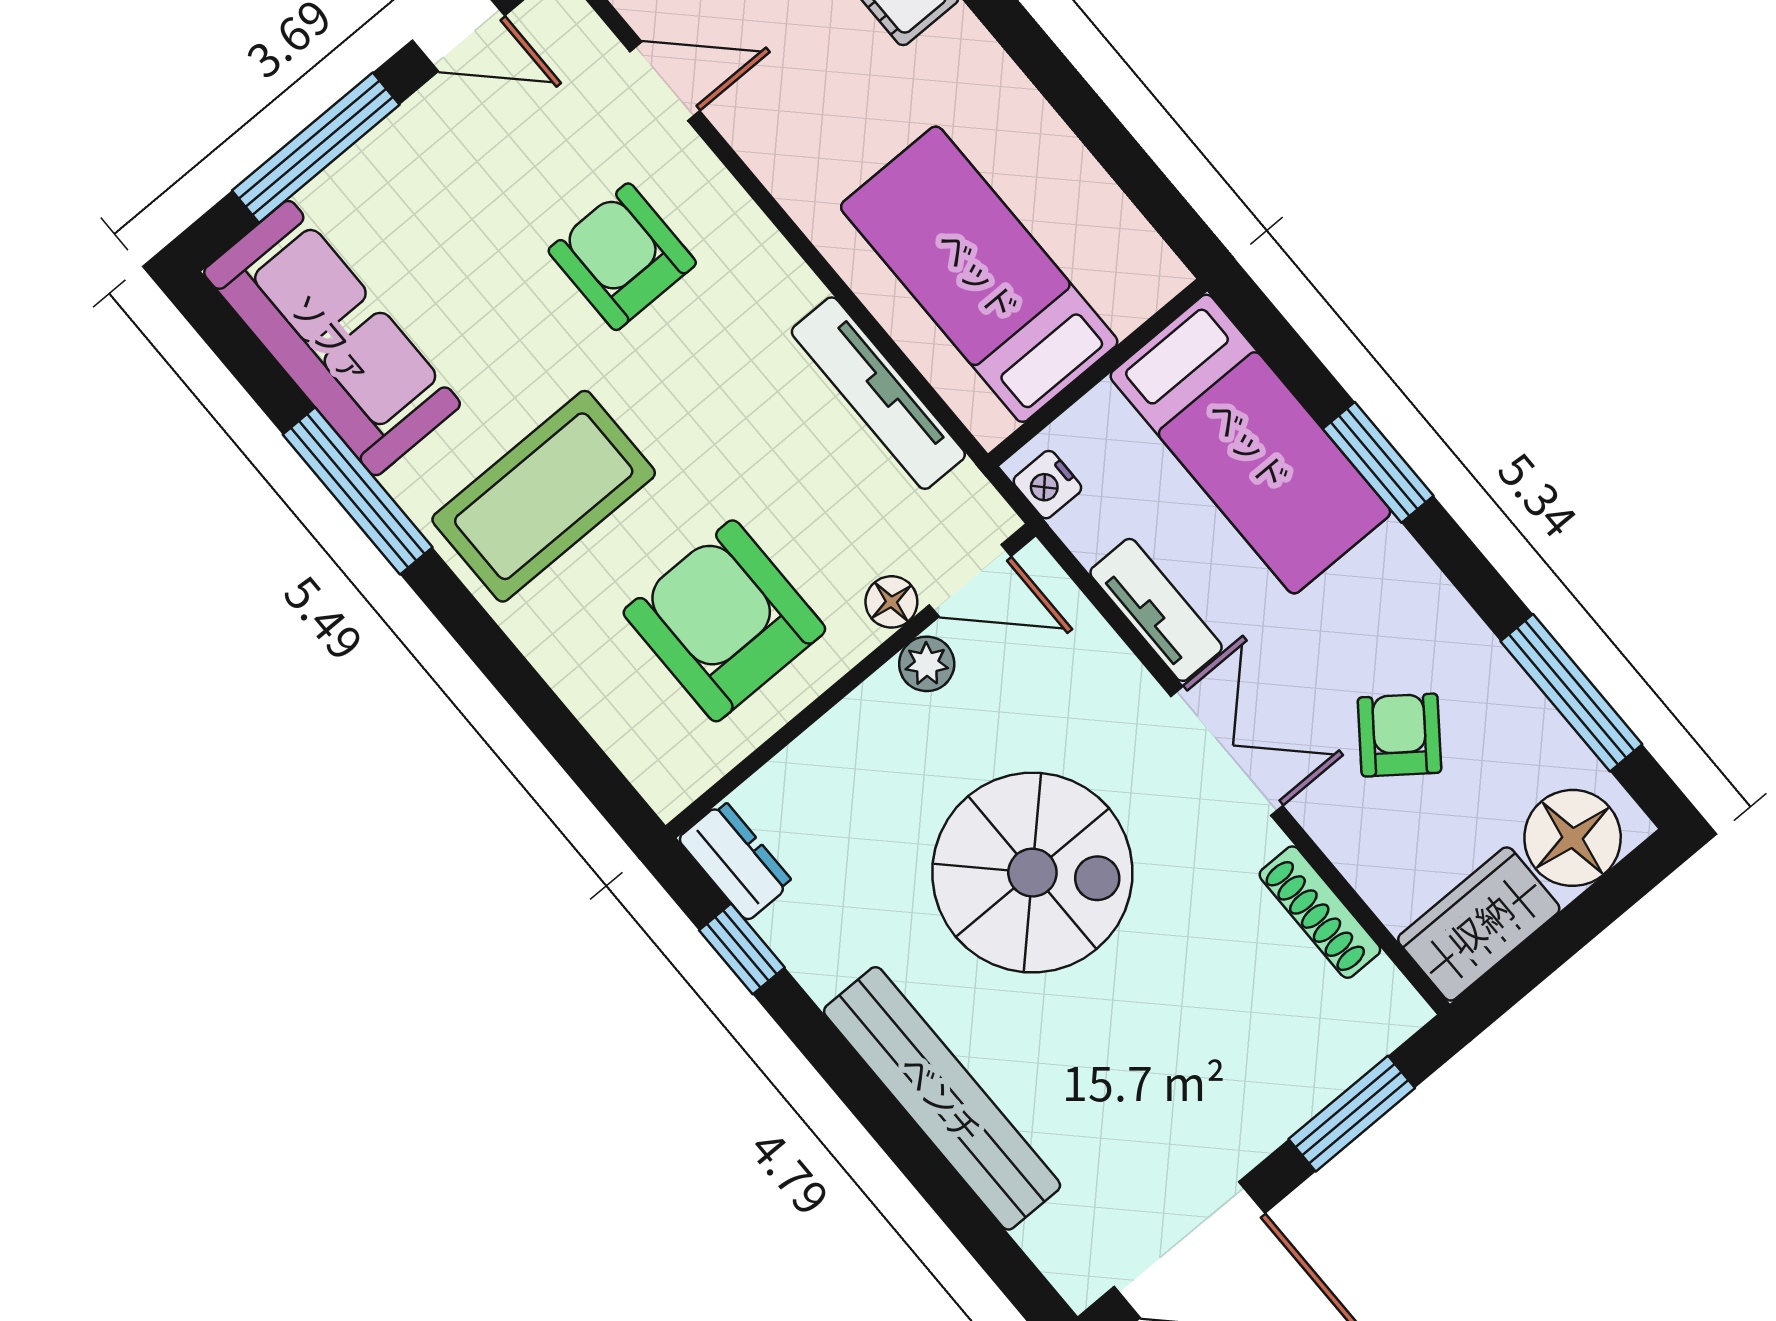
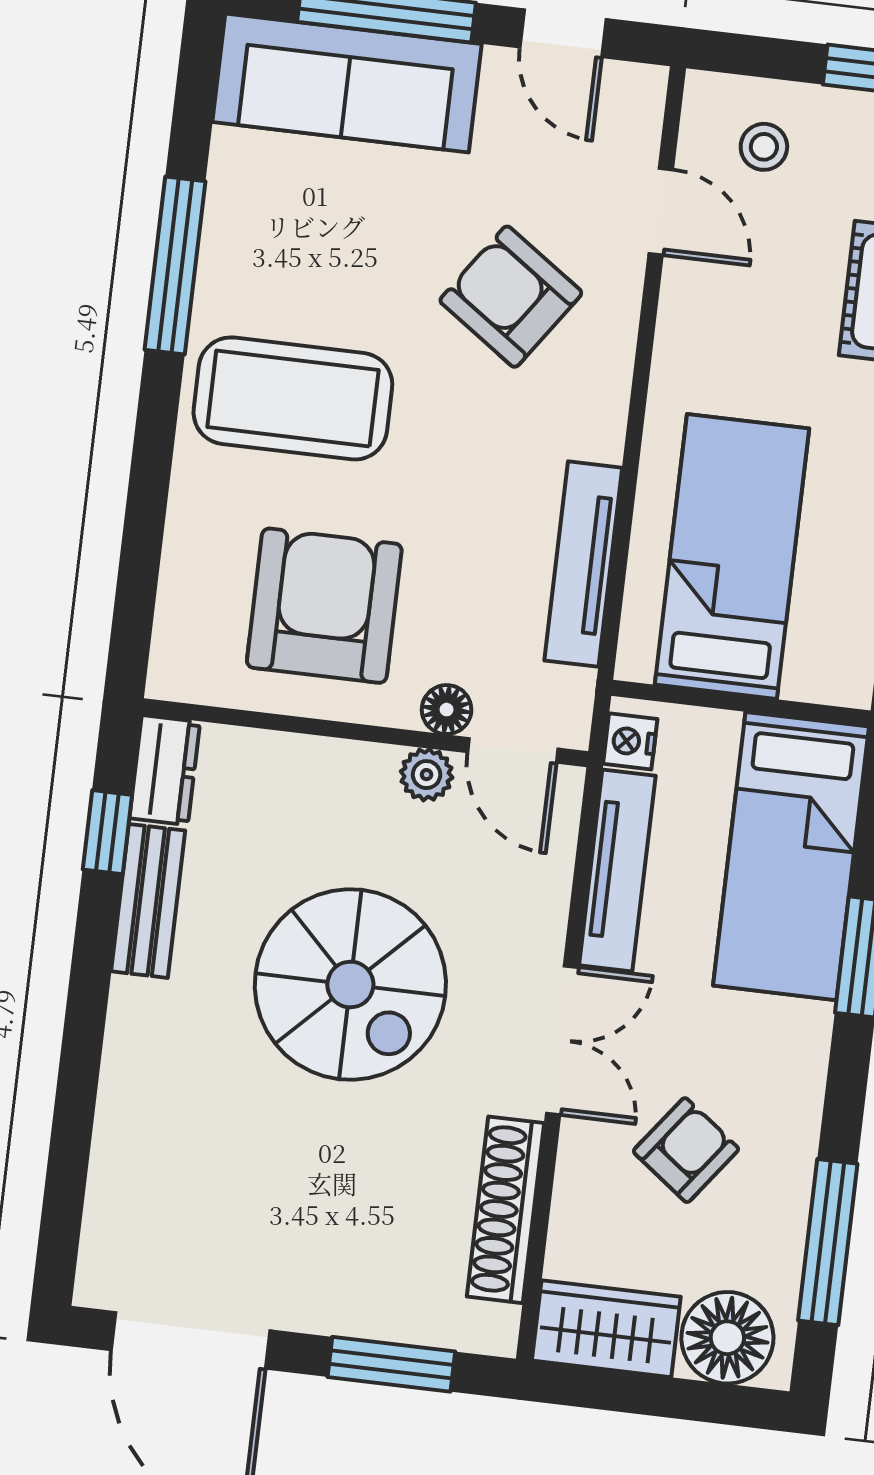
armchair: (622, 257) -> (511, 297), turned -55
sofa: (332, 338) -> (347, 83), moved, turned 90
tv unit: (1156, 610) -> (617, 870), width x1.41
shoe rack: (1320, 912) -> (505, 1210), width x1.36, depth x1.24
bench: (942, 1098) -> (148, 901), moved, width x0.54, depth x0.82

